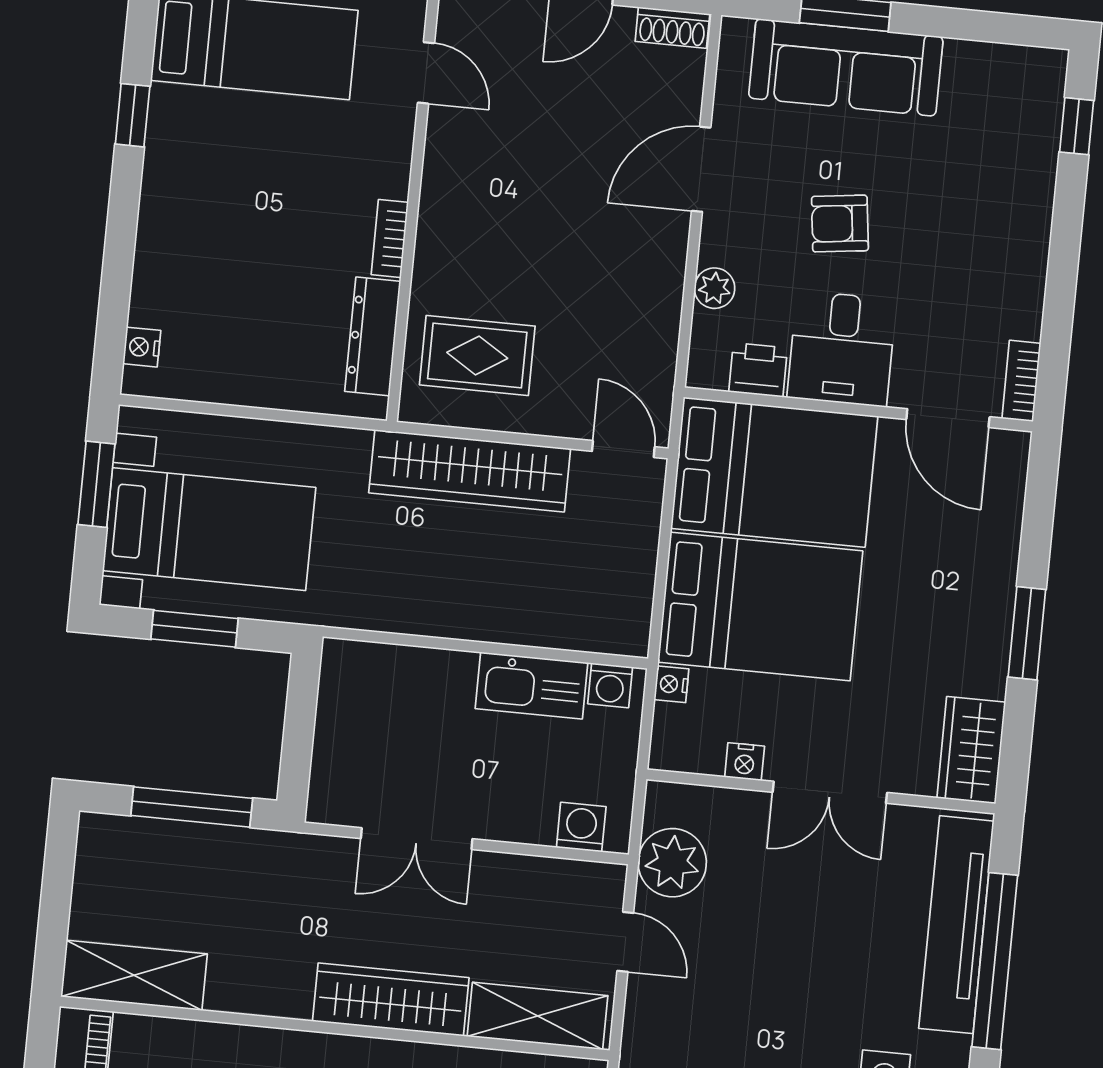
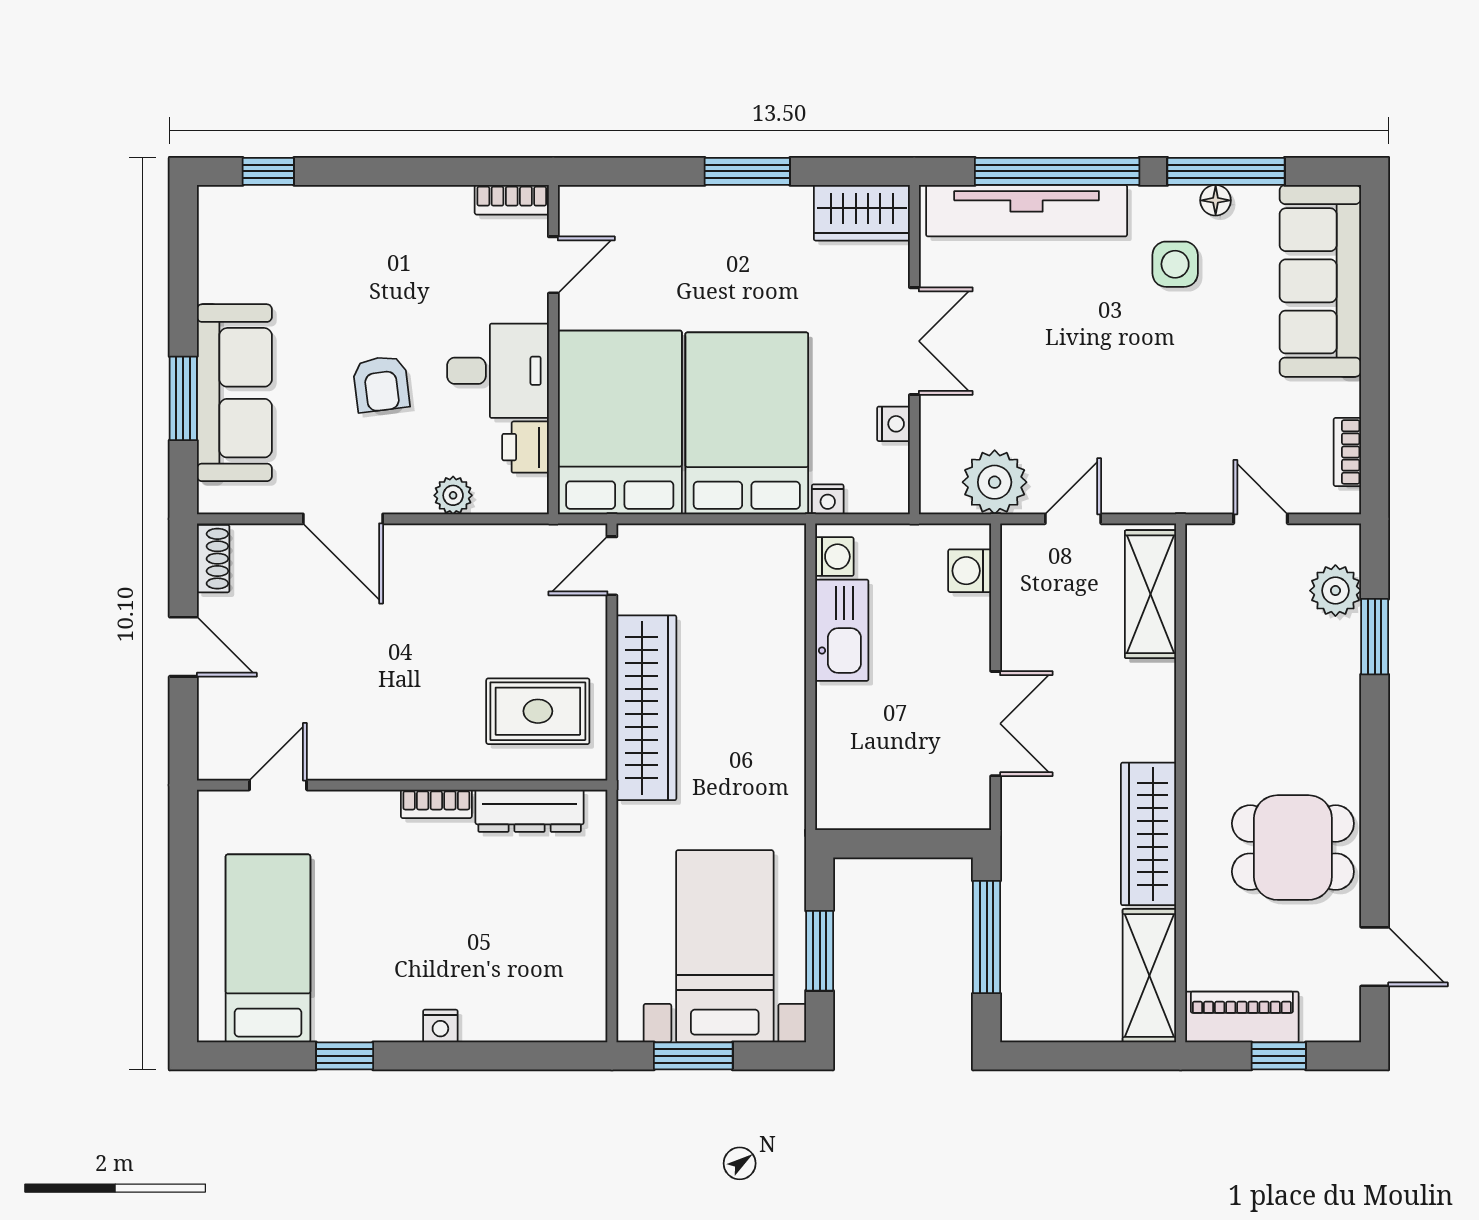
nightstand: (142, 347) -> (440, 1026), moved
rug: (477, 355) -> (538, 711), turned 90
door: (948, 418) -> (553, 265), width x0.73
wardrobe: (391, 999) -> (1148, 834), moved

